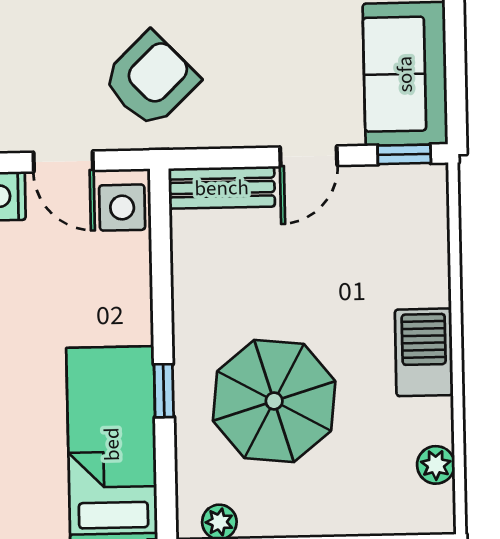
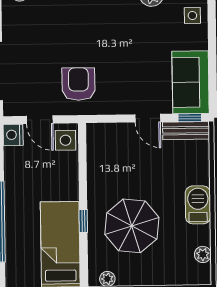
armchair: (151, 80) -> (78, 84), turned -46
door: (309, 156) -> (148, 118), hinge flipped
bench: (222, 188) -> (186, 131), moved

